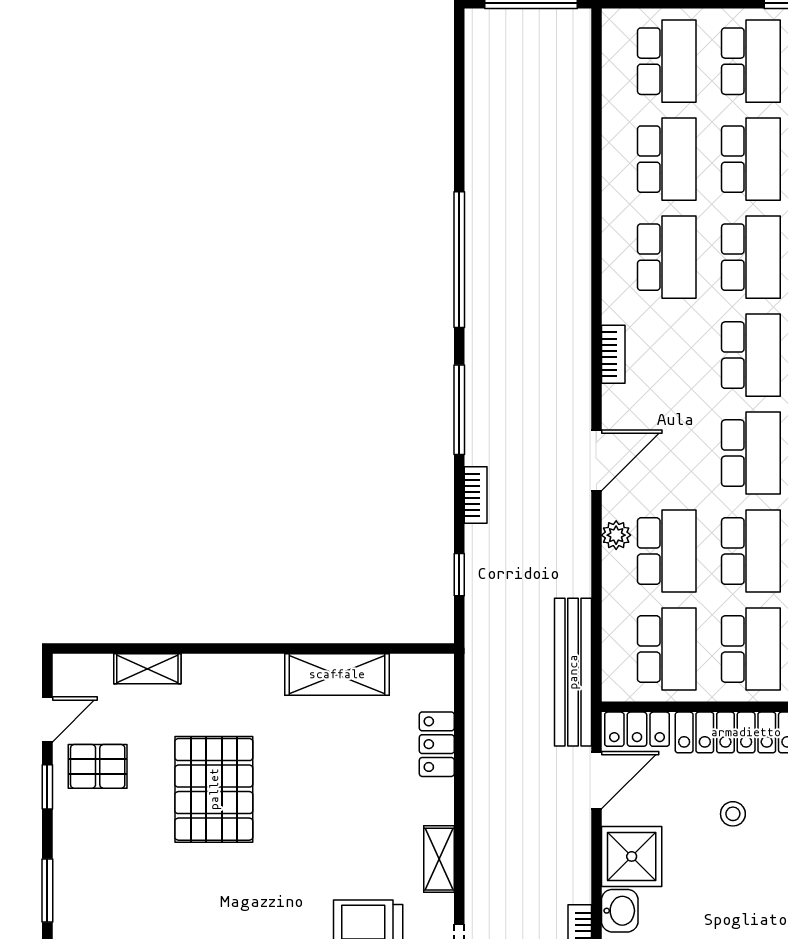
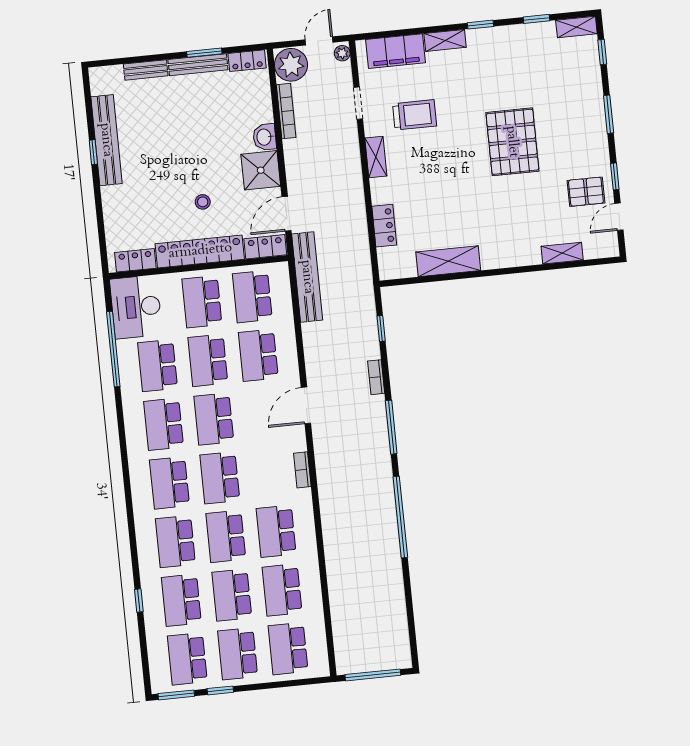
plant: (616, 535) -> (290, 362), removed
pallet: (214, 789) -> (512, 142), moved

